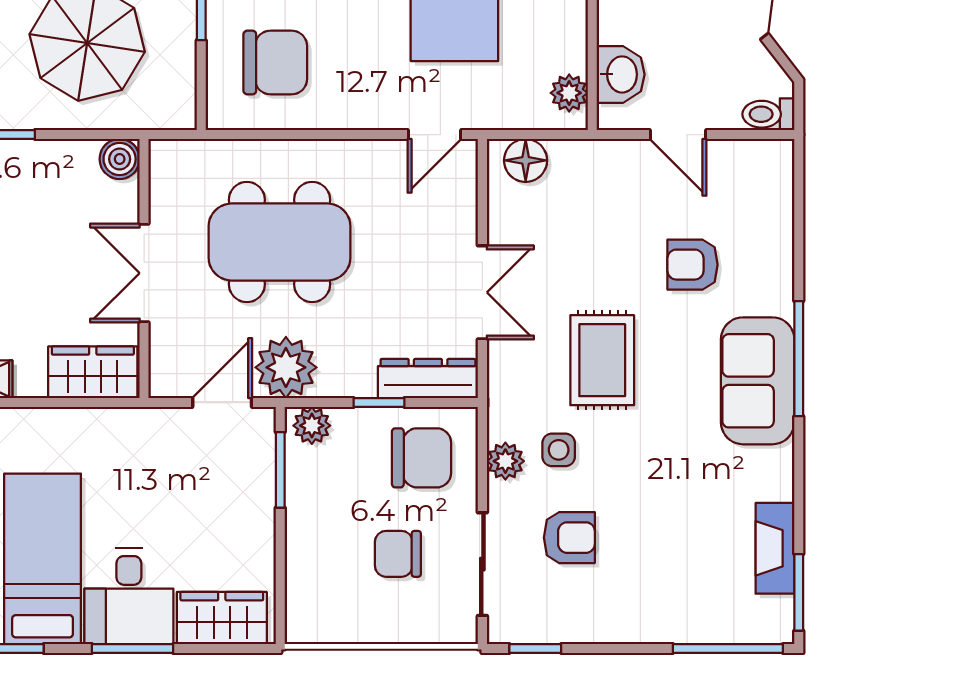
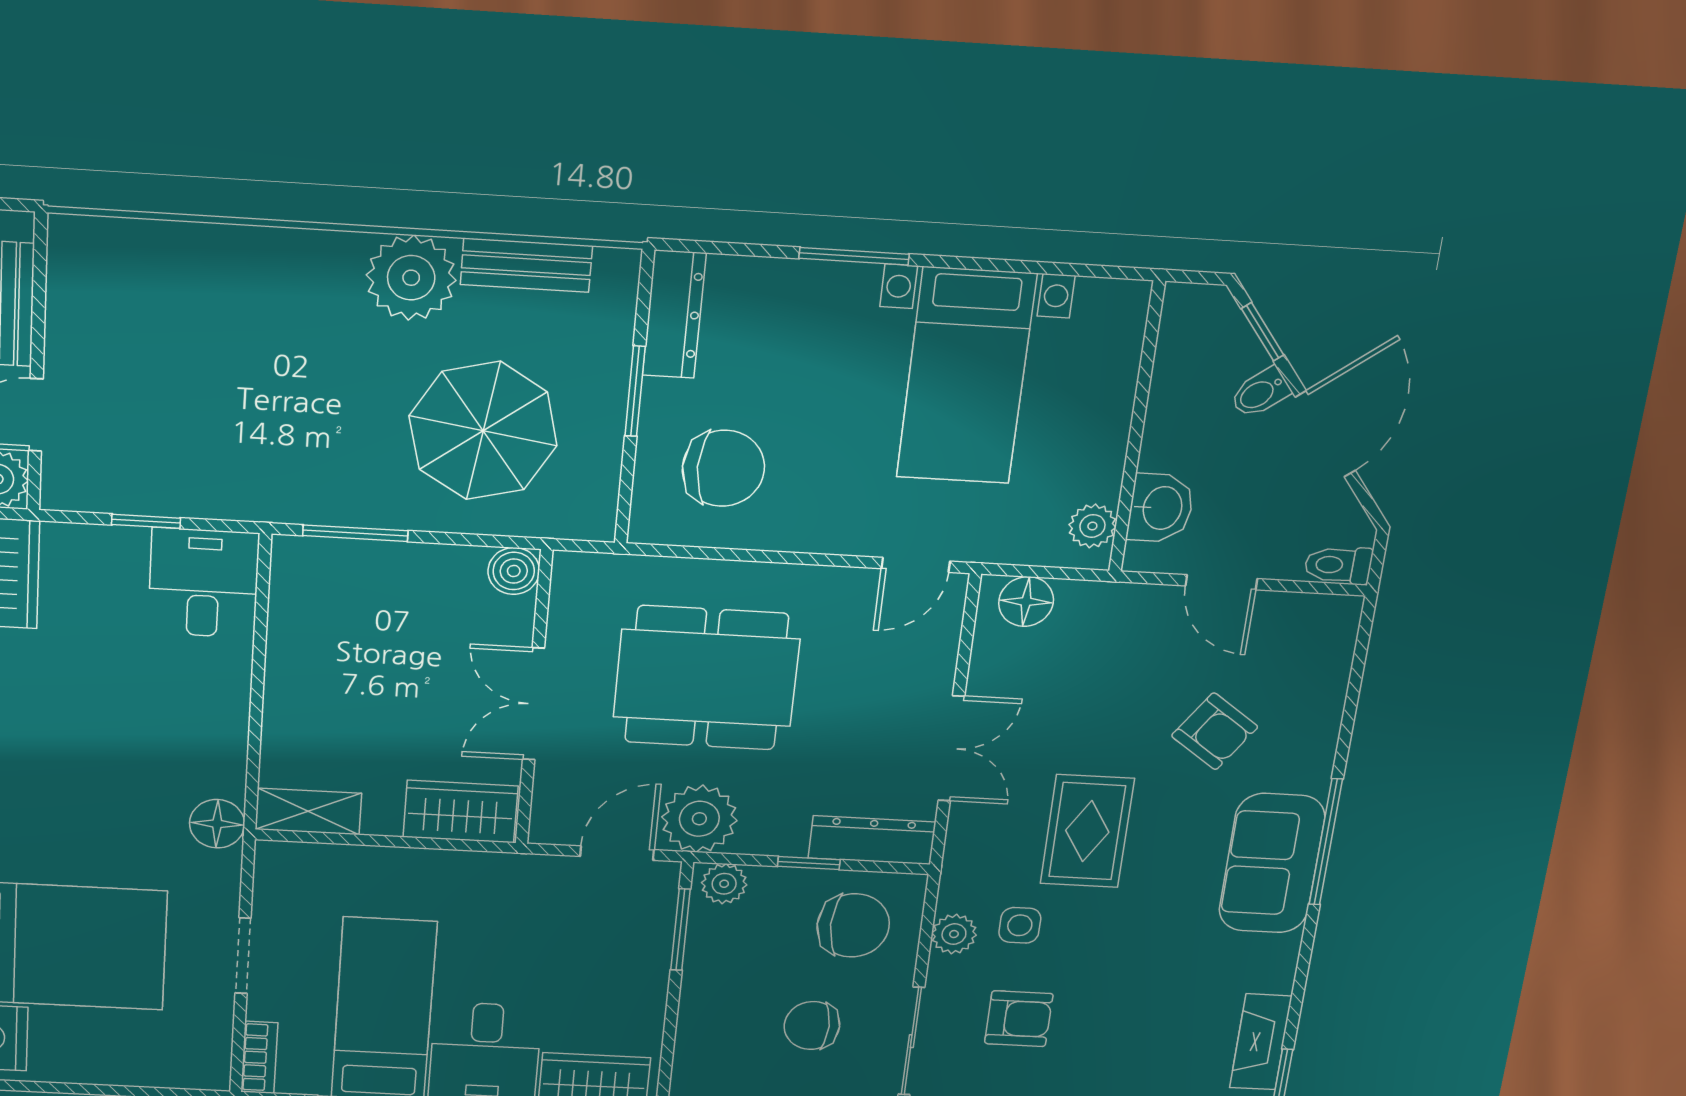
armchair: (693, 265) -> (1215, 731), turned -145

